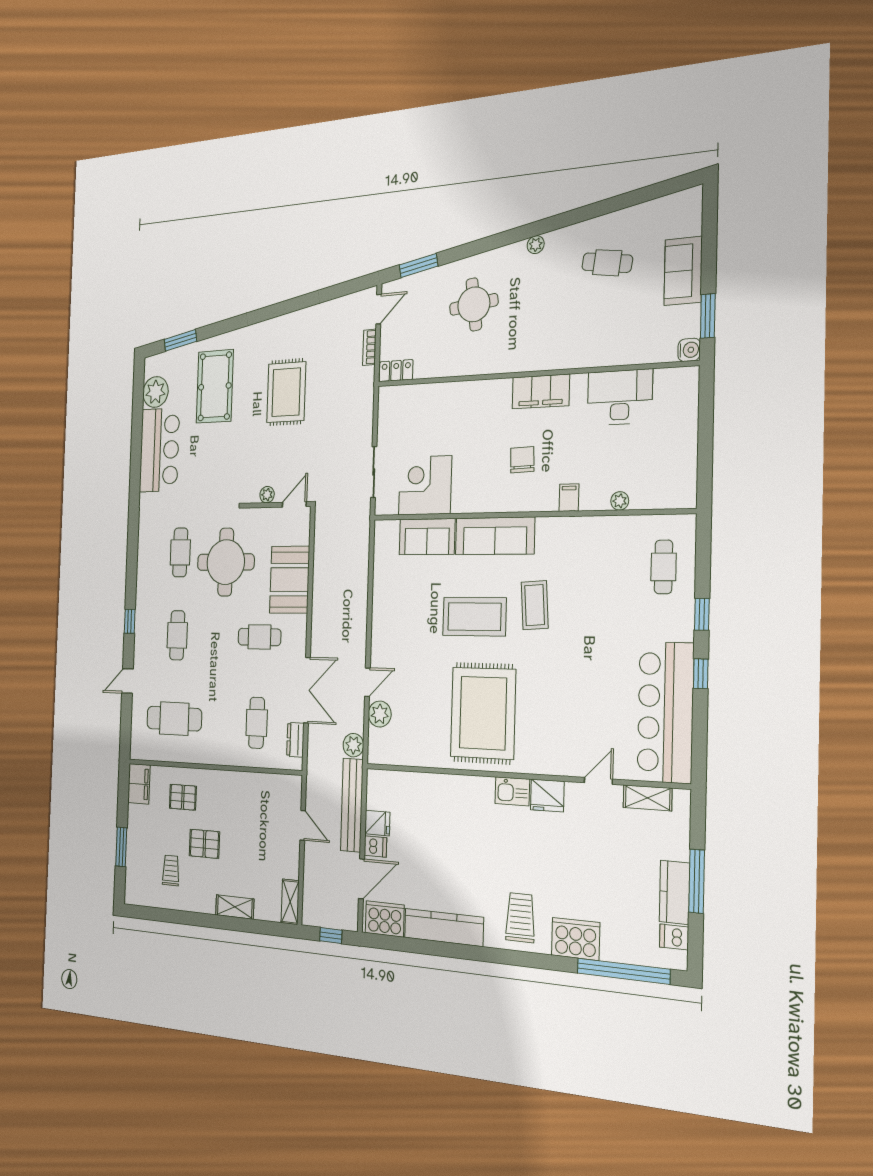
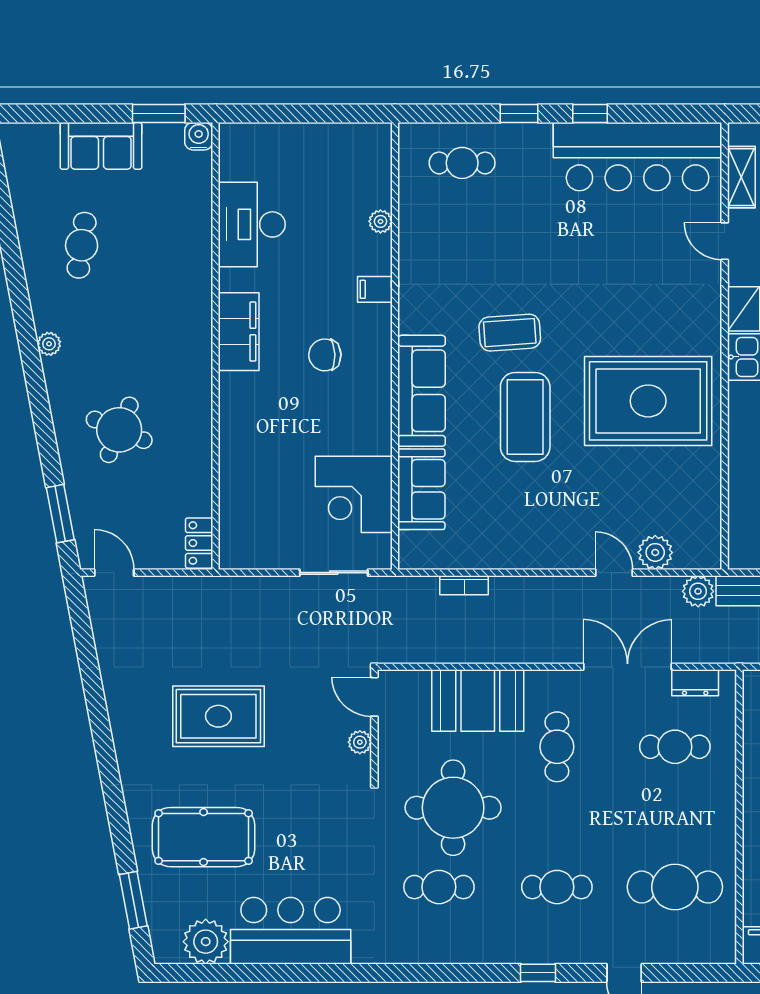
round table: (474, 304) -> (119, 430), turned 30
bookcase: (369, 347) -> (464, 585), moved
cafe table: (174, 719) -> (675, 887), turned 90

